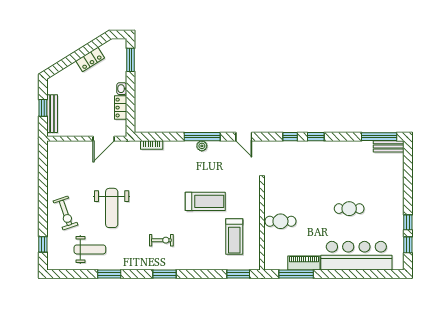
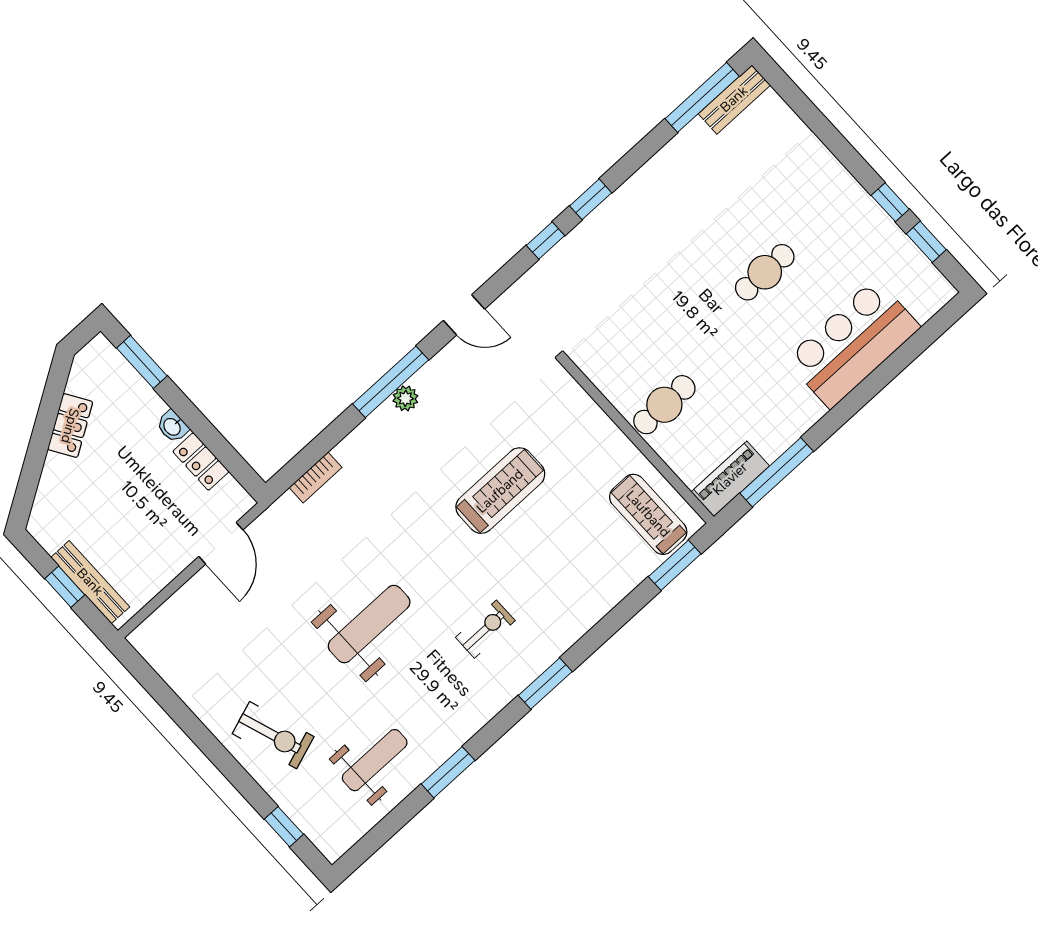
weight bench: (112, 208) -> (369, 624), moved, turned -90
treadmill: (234, 237) -> (648, 514), moved, turned 180
bar counter: (356, 256) -> (853, 343), width x0.73
piano: (304, 263) -> (730, 479), moved

